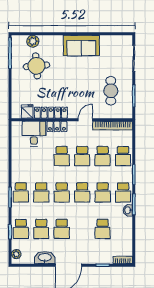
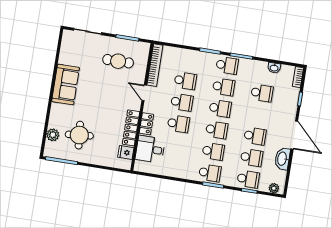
school desk: (123, 156) -> (189, 59), removed
washbasin: (128, 210) -> (274, 68), moved

